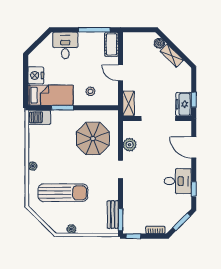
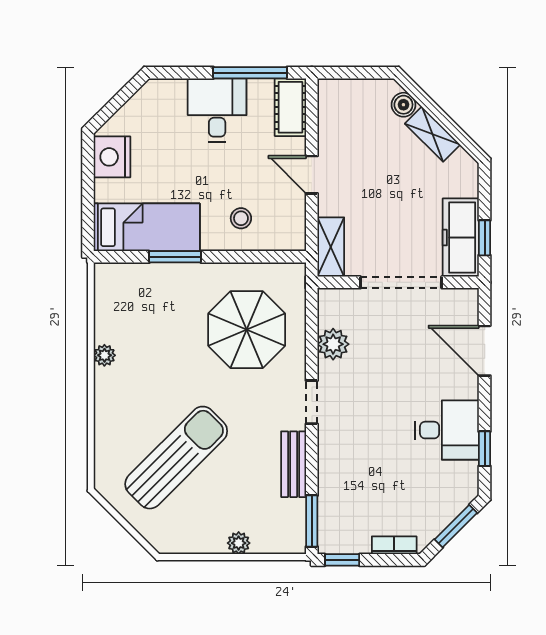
desk: (65, 46) -> (217, 110), moved
nightstand: (36, 75) -> (112, 157), moved
freezer: (184, 104) -> (461, 238), width x1.40
barbecue: (39, 117) -> (120, 280), removed
plant: (33, 166) -> (104, 355), moved
sun lounger: (63, 193) -> (176, 458), turned -45
bench: (113, 214) -> (294, 464), moved
plant: (71, 229) -> (239, 543), moved

